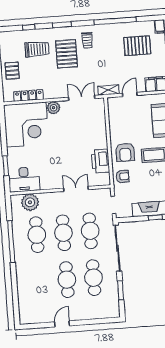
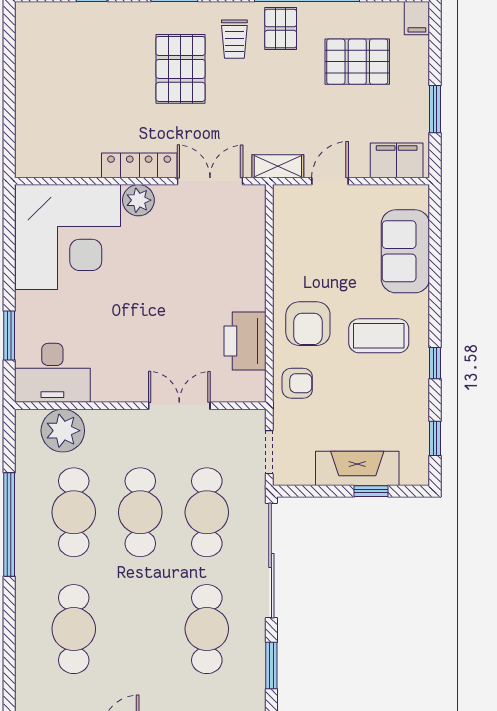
trolley: (37, 49) -> (108, 52), removed
pallet: (12, 71) -> (281, 29), moved
locker: (29, 95) -> (139, 165), moved
cafe table: (67, 280) -> (74, 629), moved

